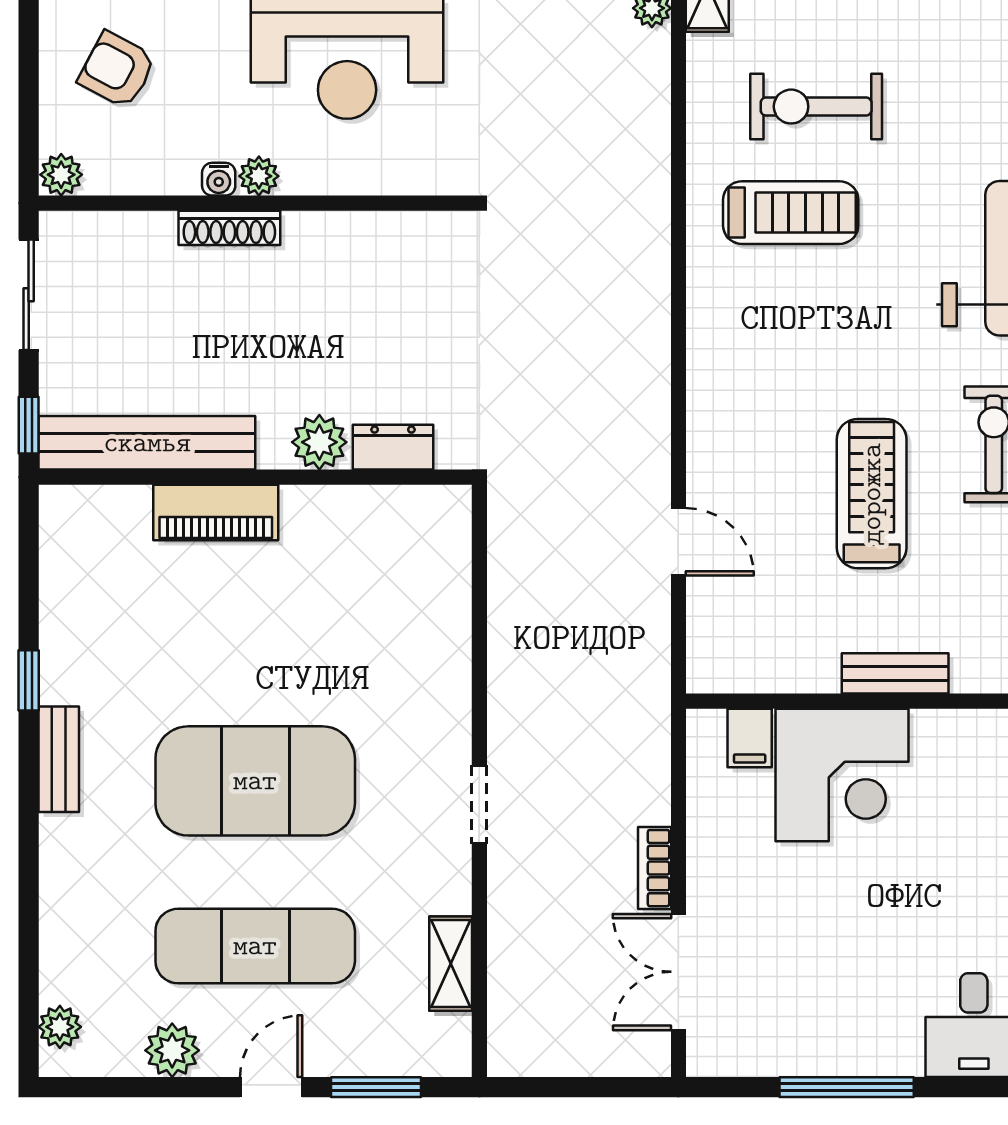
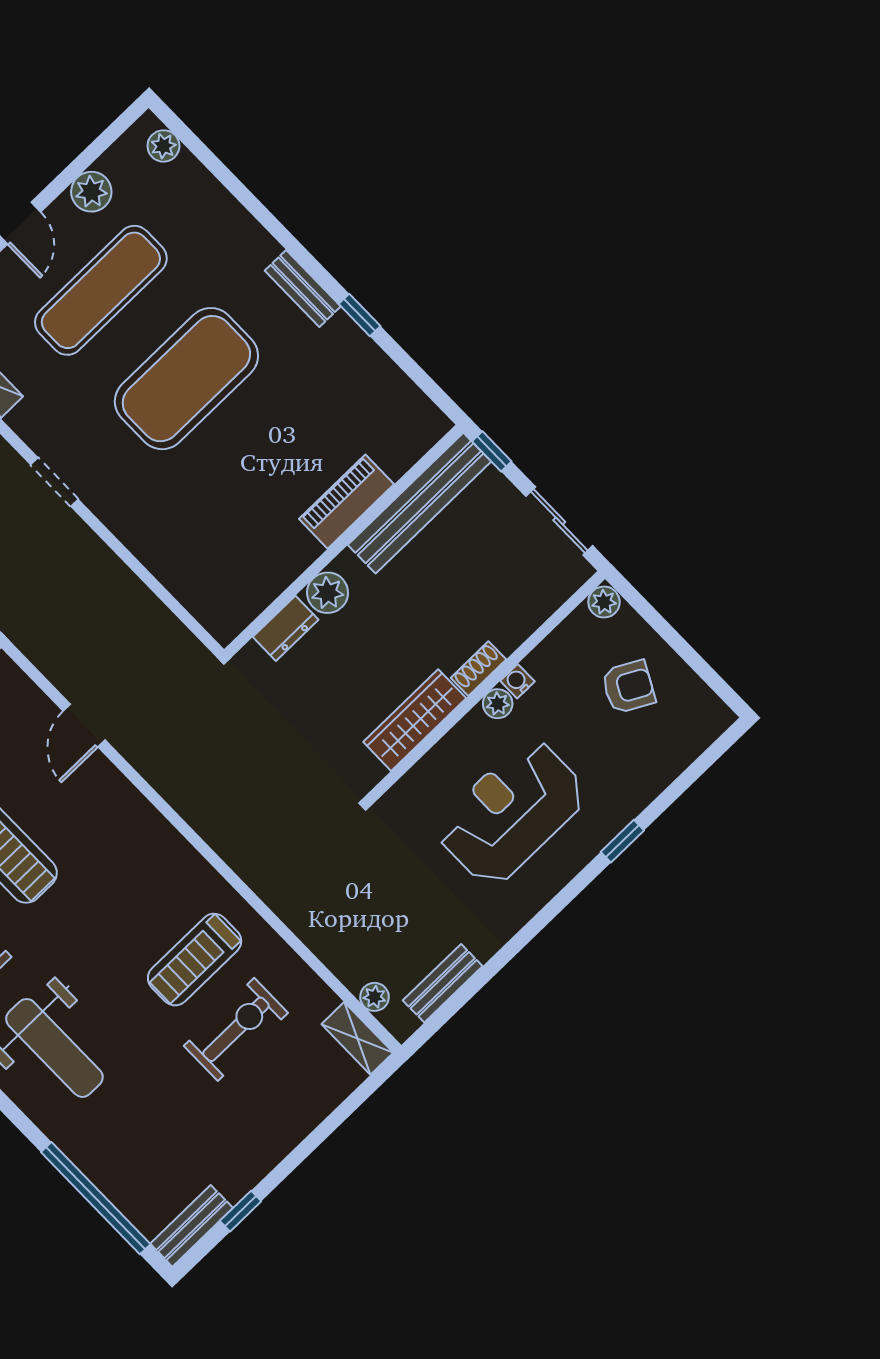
shoe rack: (229, 228) -> (478, 669), width x0.70
wardrobe: (354, 238) -> (415, 720), added
door: (678, 542) -> (84, 726), hinge flipped

